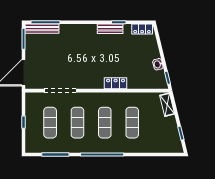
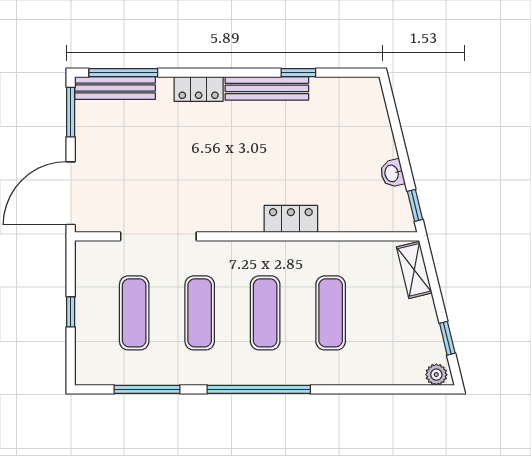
bench: (110, 29) -> (267, 88), width x1.36
locker: (142, 29) -> (199, 89), moved
plant: (176, 148) -> (436, 375), added

